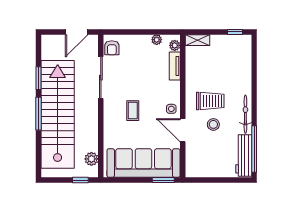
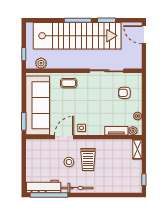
door: (77, 32) -> (144, 35), moved
armchair: (112, 48) -> (124, 93), moved
coffee table: (133, 111) -> (69, 83), moved

